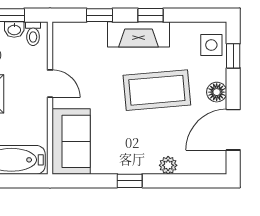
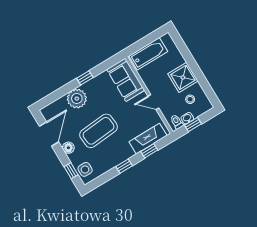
fireplace: (138, 34) -> (148, 139), moved
plant: (168, 165) -> (77, 99), width x1.88, depth x1.88

